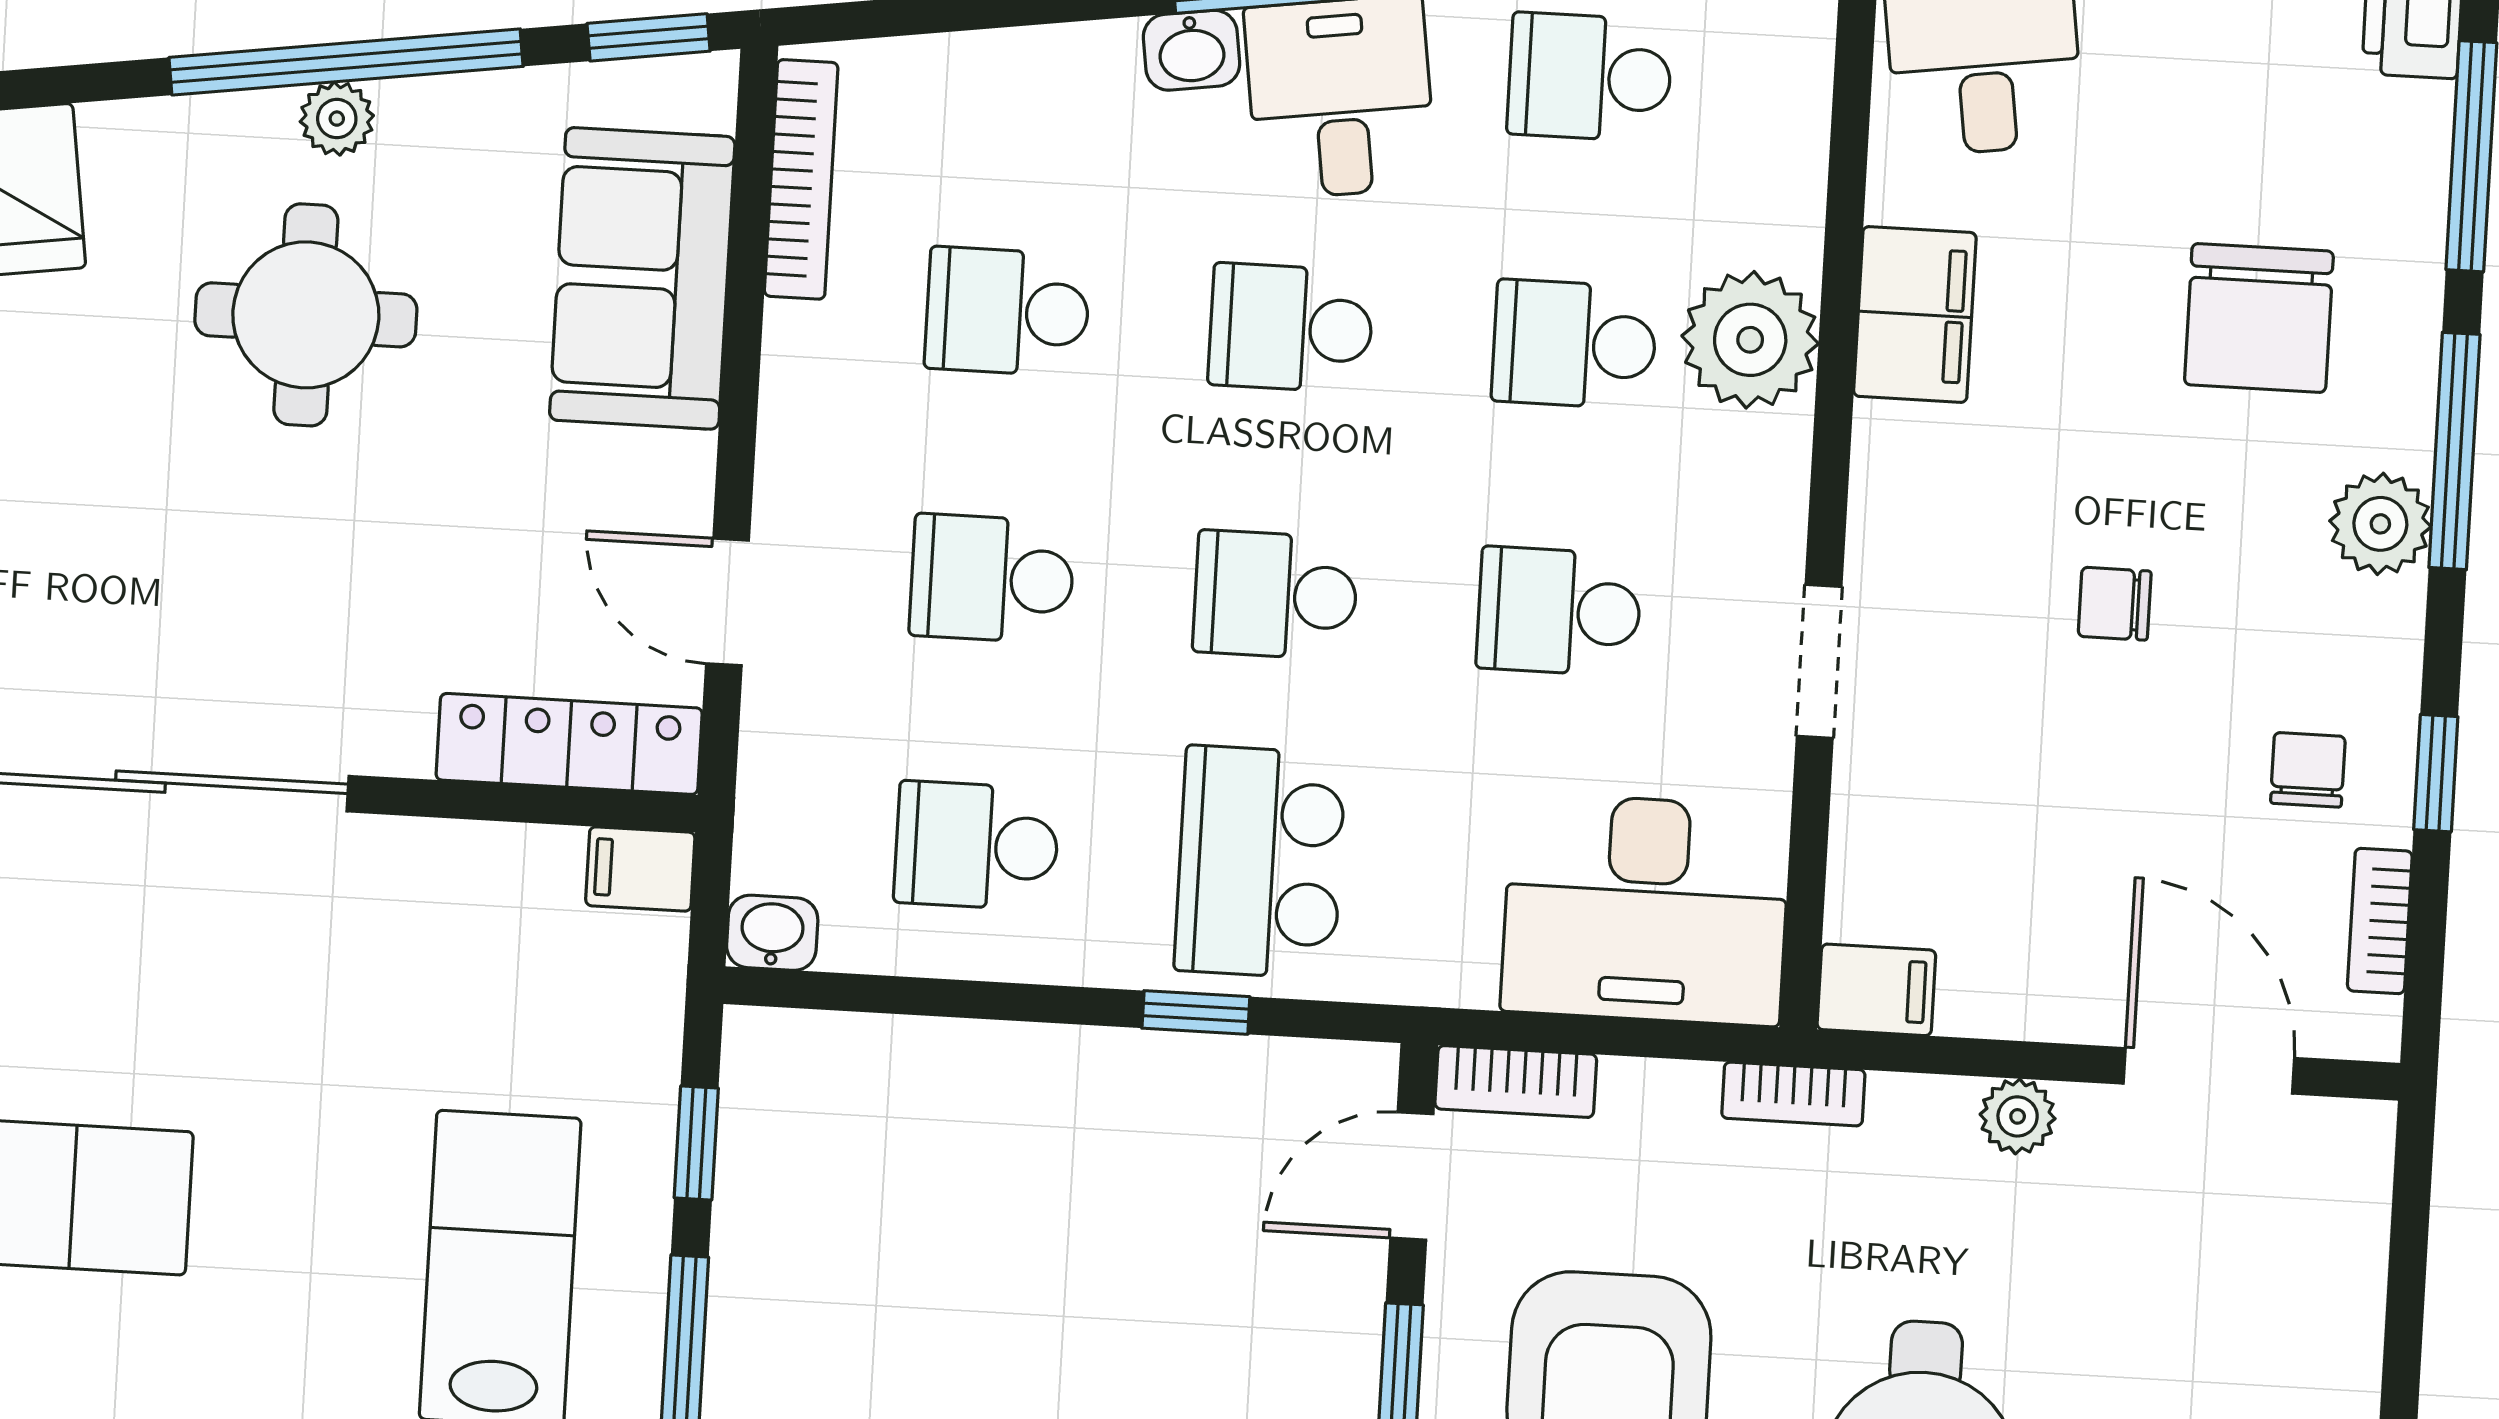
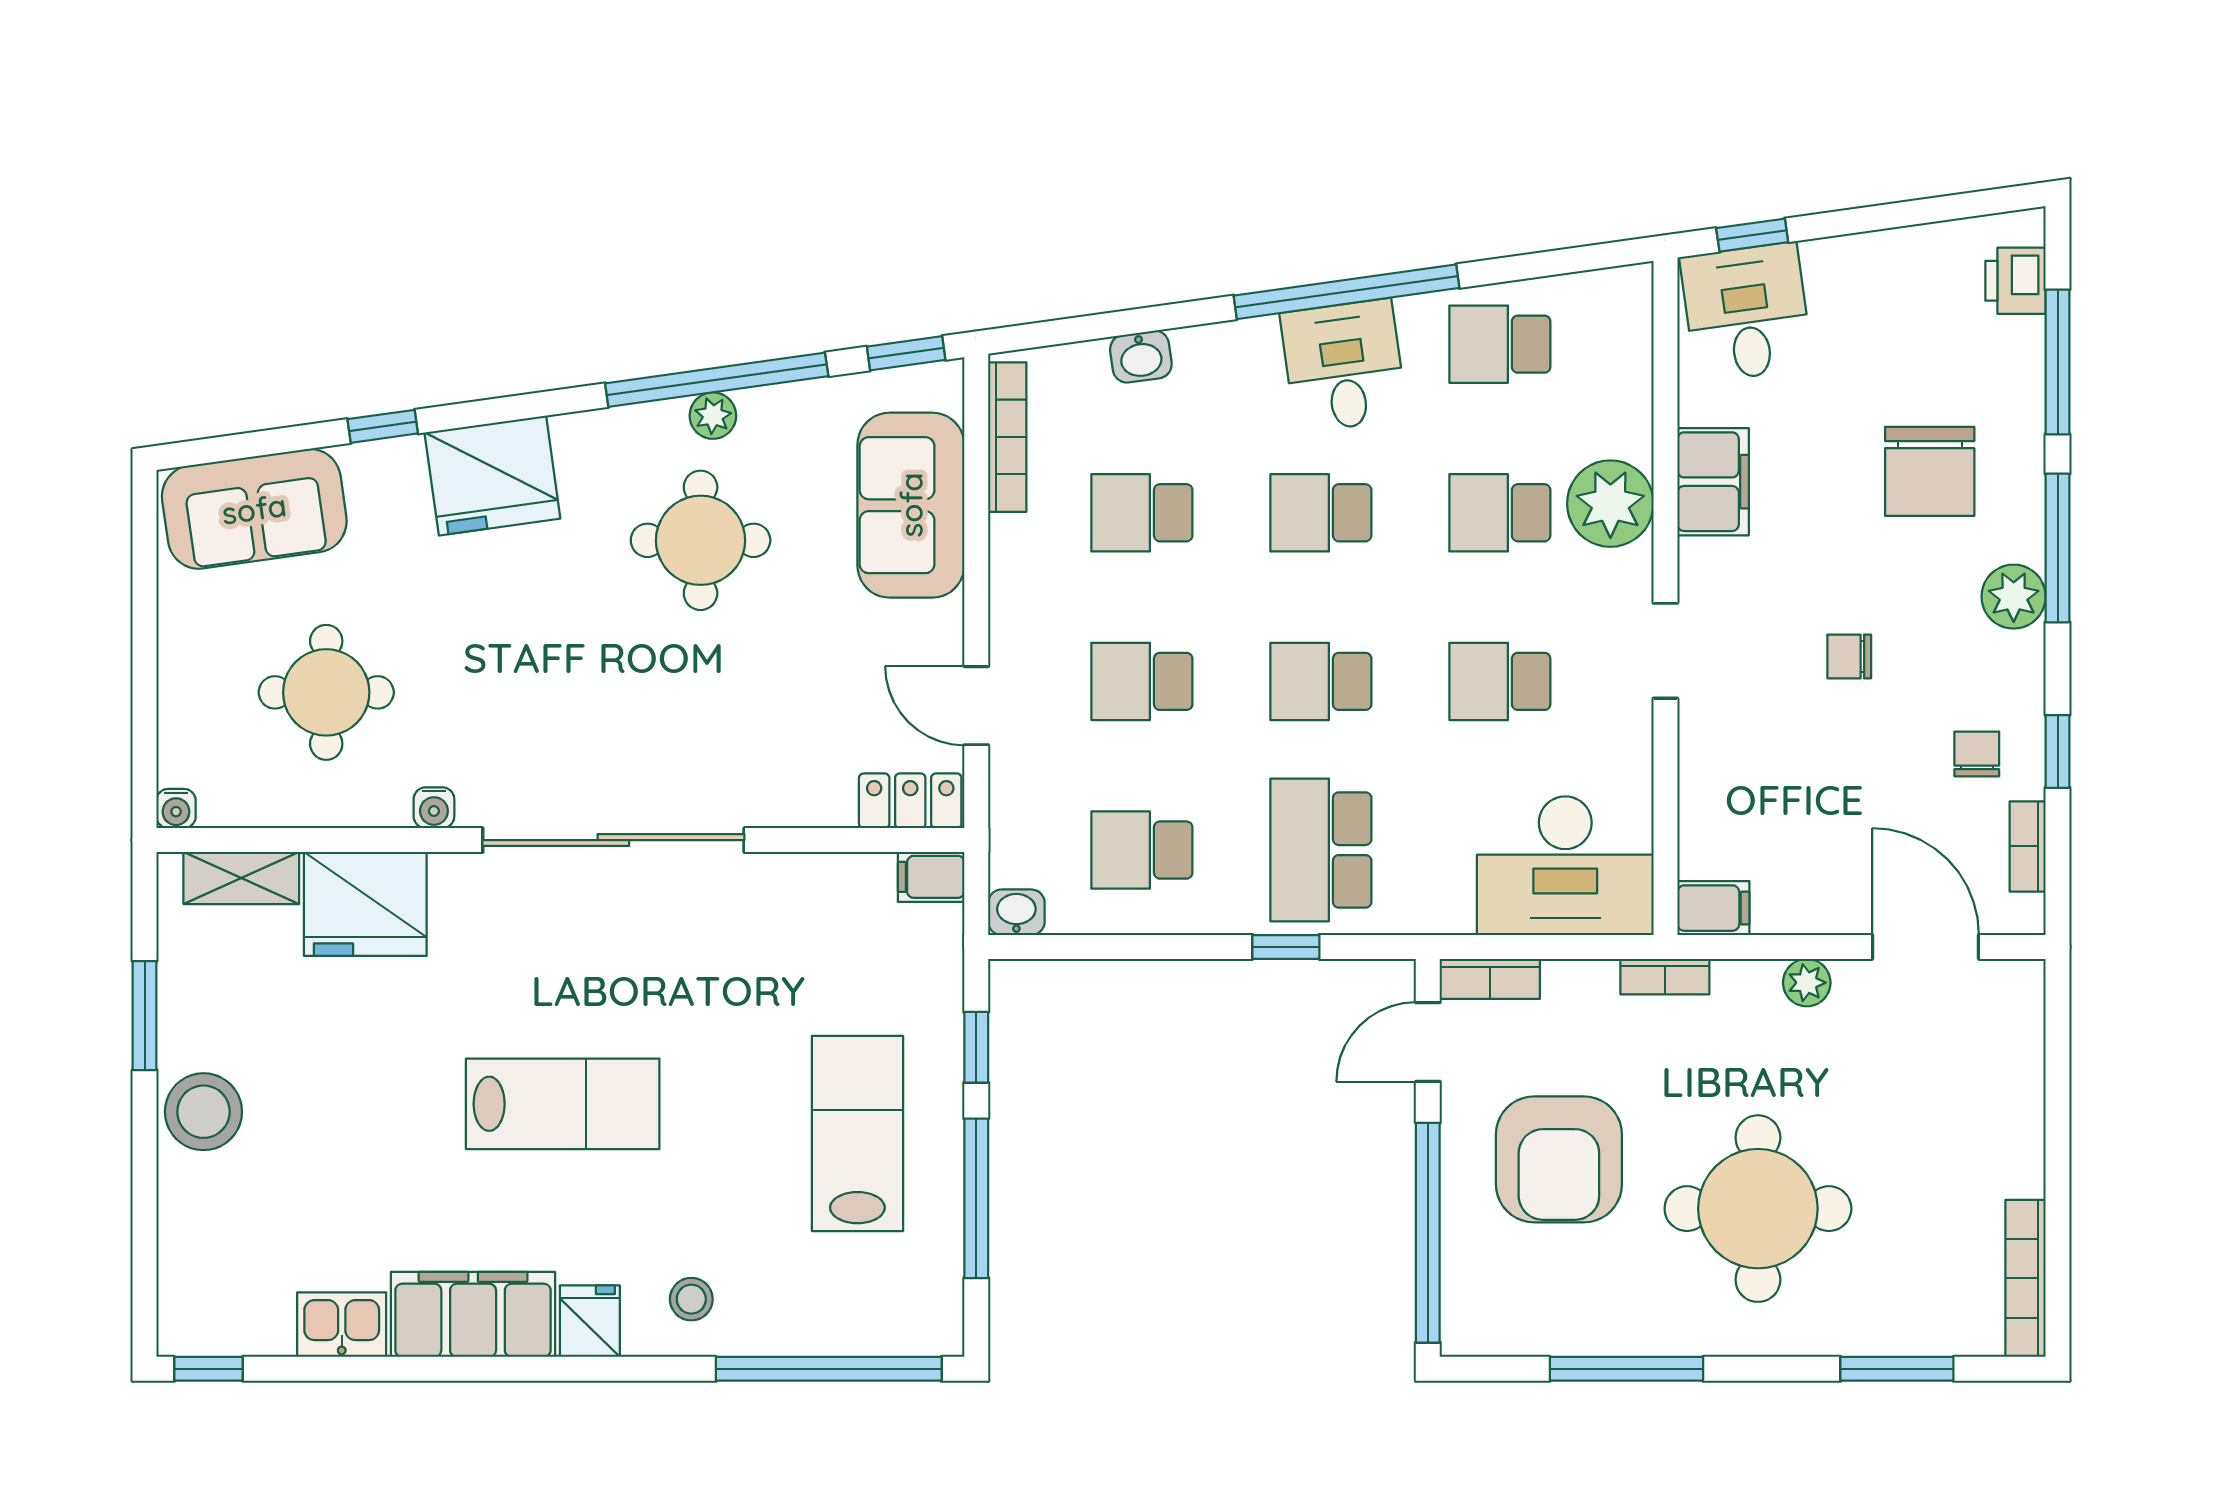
washbasin: (1192, 50) -> (1141, 357), moved
doorway: (1819, 661) -> (1665, 651), moved
locker: (569, 744) -> (910, 801), width x0.66

